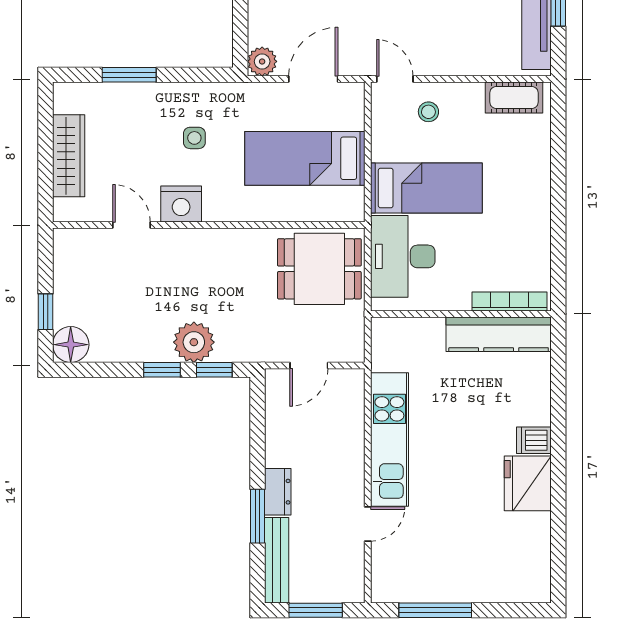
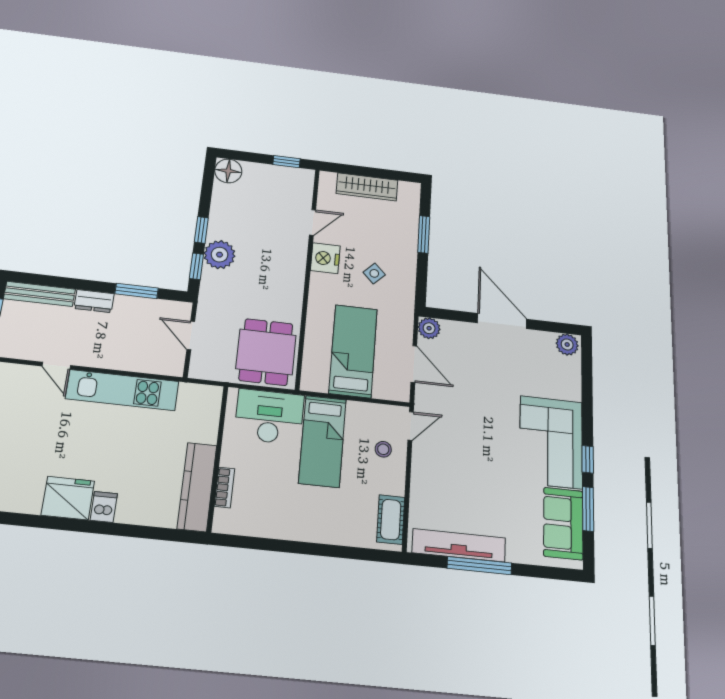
side table: (194, 138) -> (374, 273), turned 45
bookcase: (509, 301) -> (224, 487), width x0.64
window: (46, 312) -> (287, 162), moved
window: (257, 516) -> (137, 291), moved

